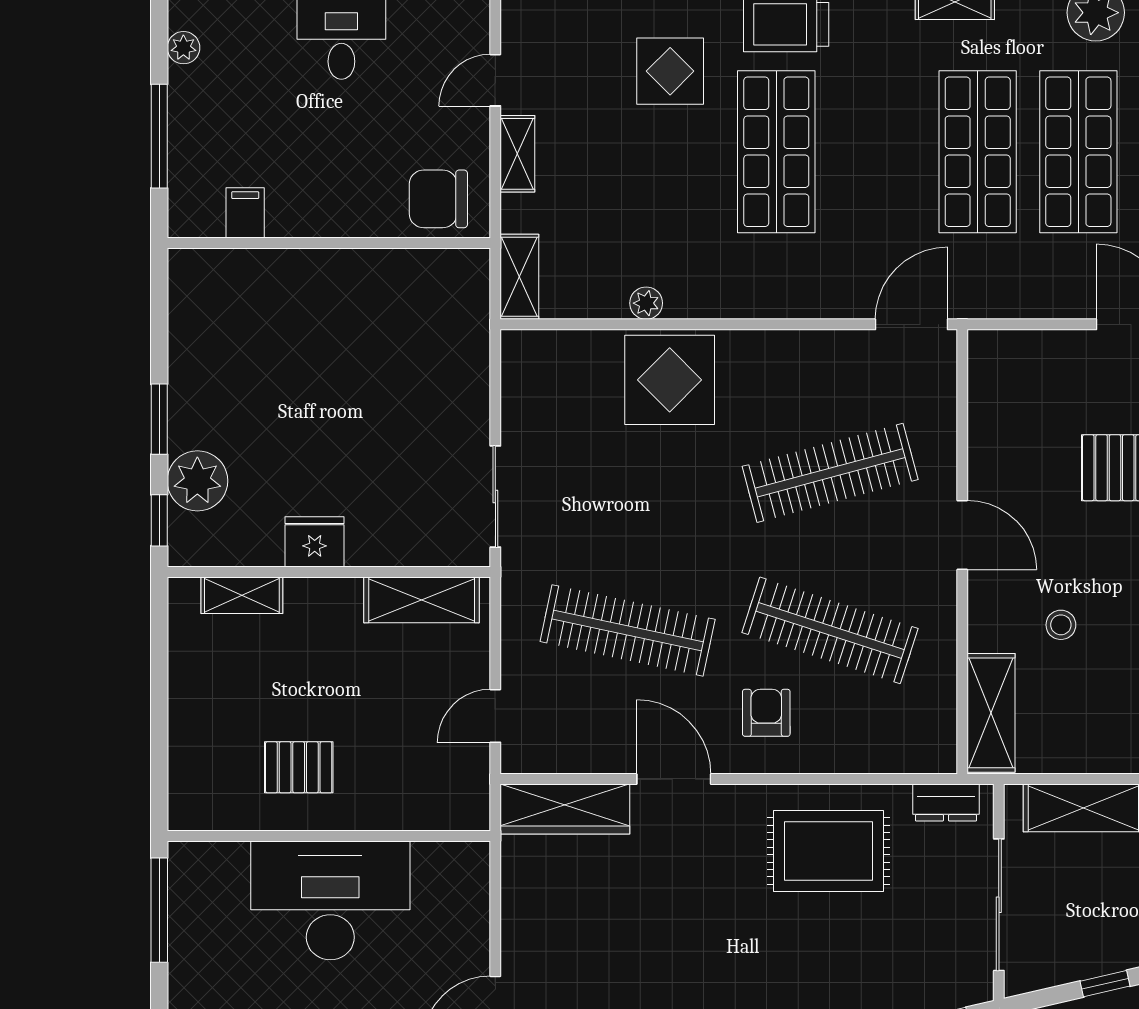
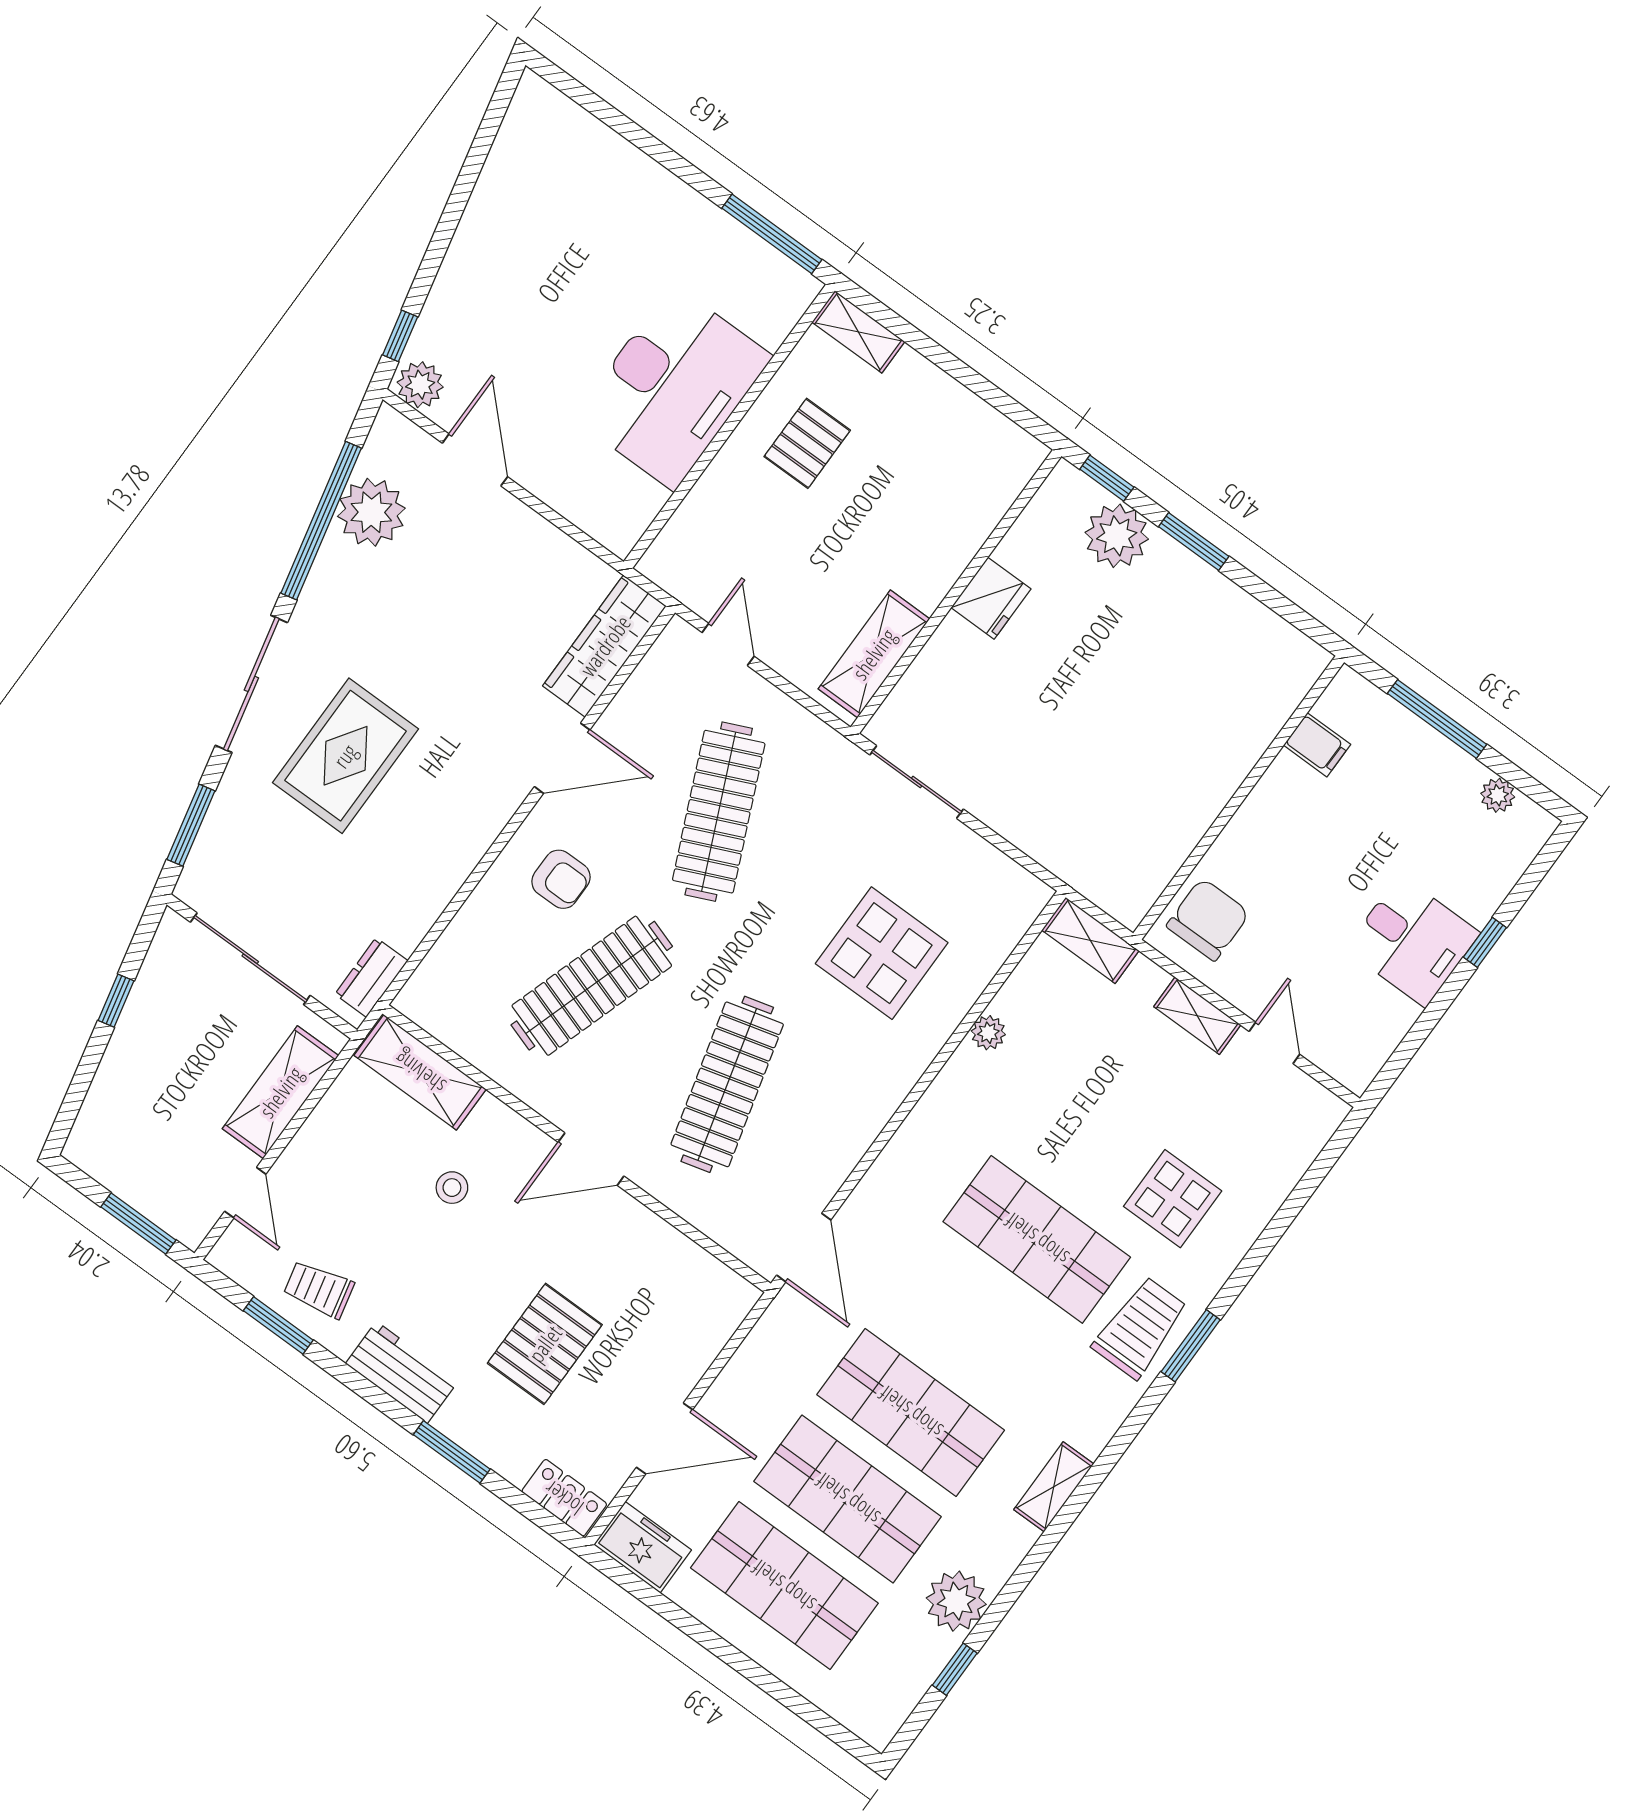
display table: (670, 380) -> (882, 953), moved
shelving: (242, 595) -> (858, 332), moved, turned 90
clothes rail: (628, 630) -> (719, 812), turned -36
rug: (829, 851) -> (345, 756), moved

